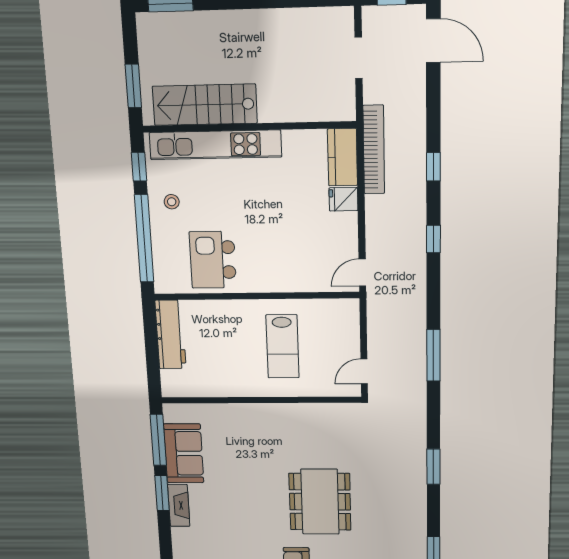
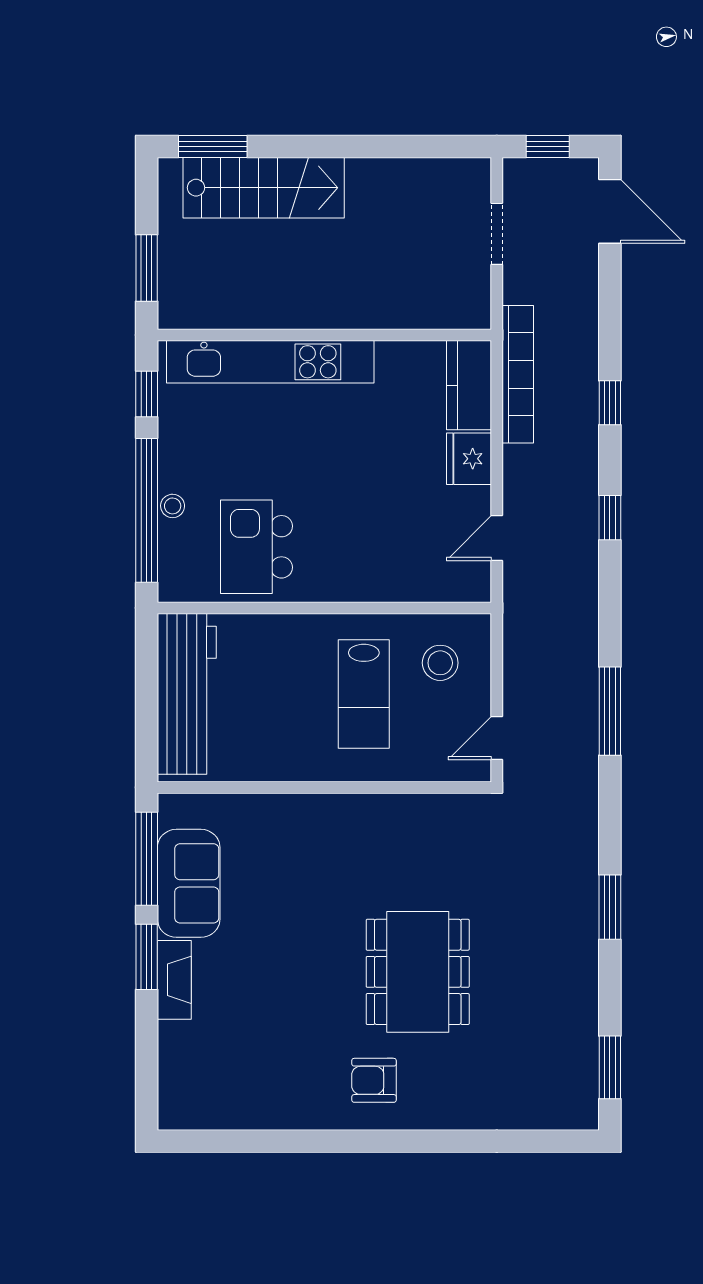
stairs: (205, 105) -> (264, 188), moved, turned 180
fridge: (343, 199) -> (469, 459), width x1.38
stool: (172, 202) -> (173, 506), moved
door: (362, 273) -> (497, 538), moved
stool: (329, 328) -> (440, 663), added
workbench: (171, 335) -> (187, 694), width x1.36, depth x1.32

